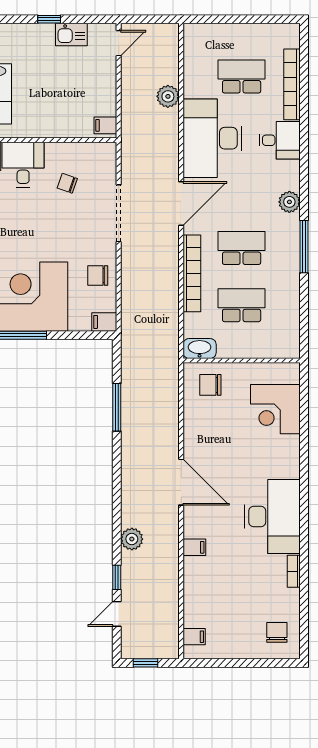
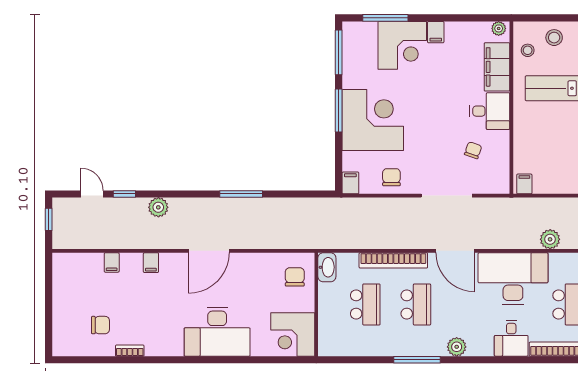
window: (117, 407) -> (241, 194), moved
corner desk: (275, 409) -> (293, 334), moved, turned -90
desk: (272, 517) -> (217, 332), moved
chair: (277, 632) -> (100, 325), moved
filing cabinet: (194, 637) -> (112, 262), moved

